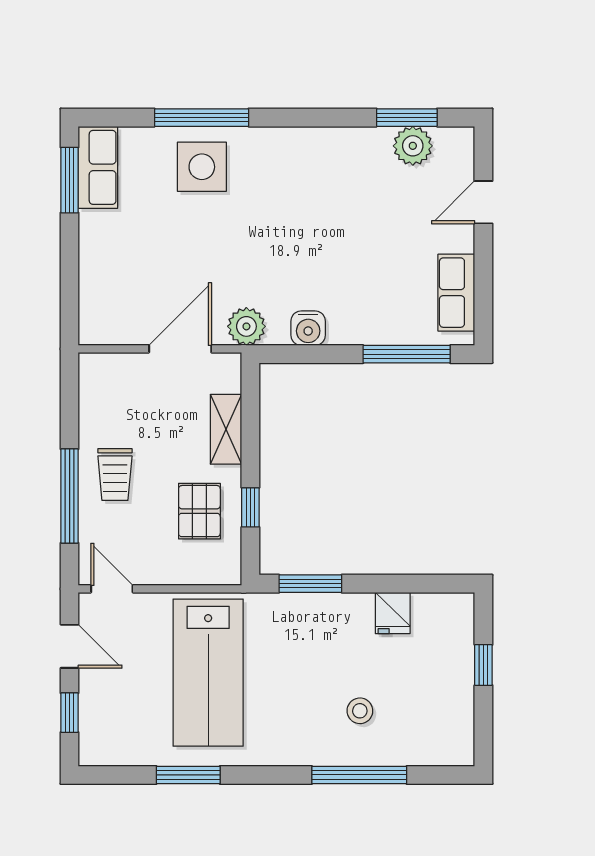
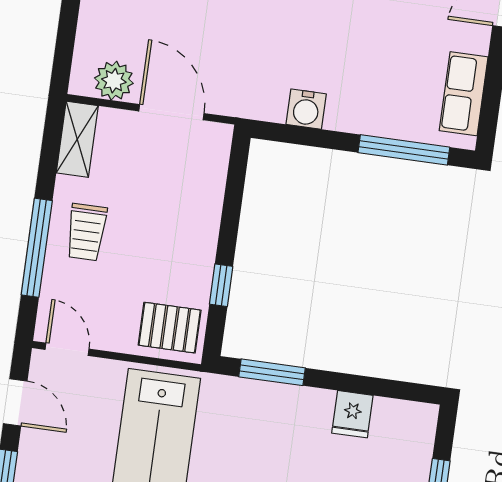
plant: (246, 326) -> (114, 81), moved
door: (180, 349) -> (171, 112), hinge flipped
shelving: (226, 429) -> (77, 139), moved
pallet: (199, 511) -> (170, 328), moved, turned 90

